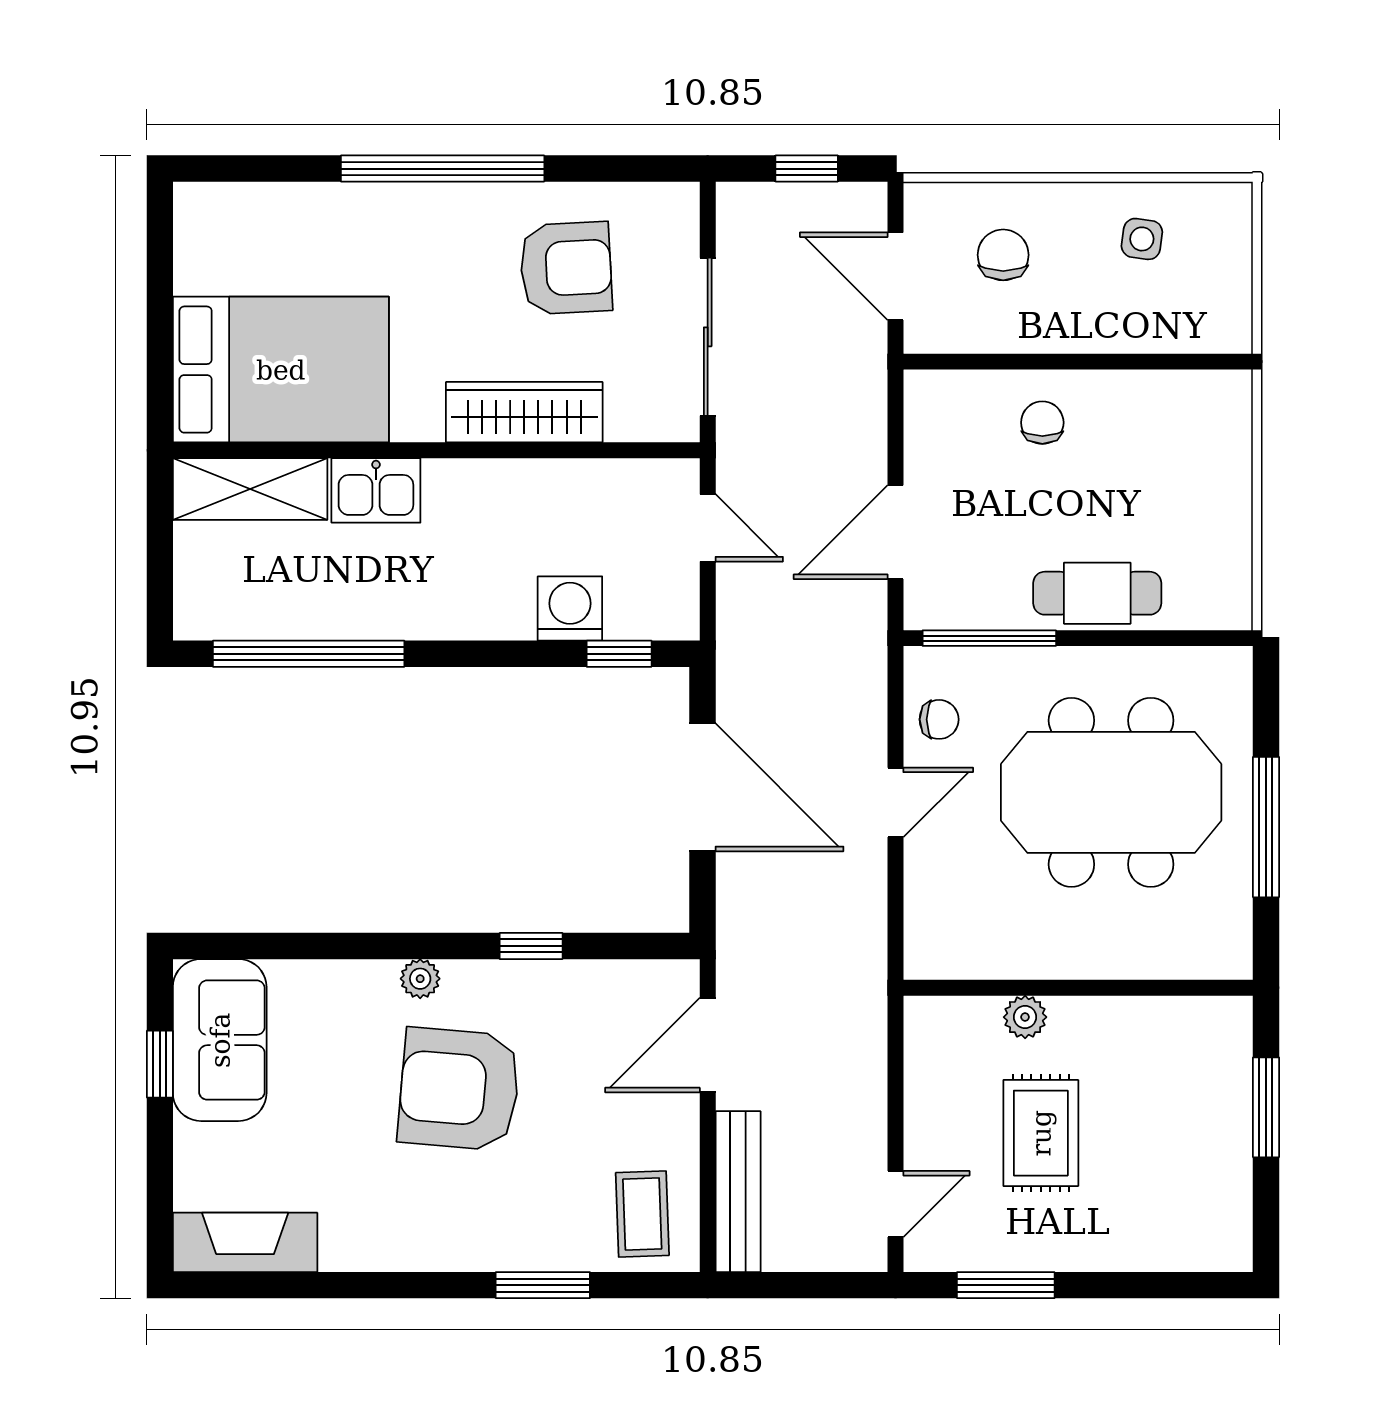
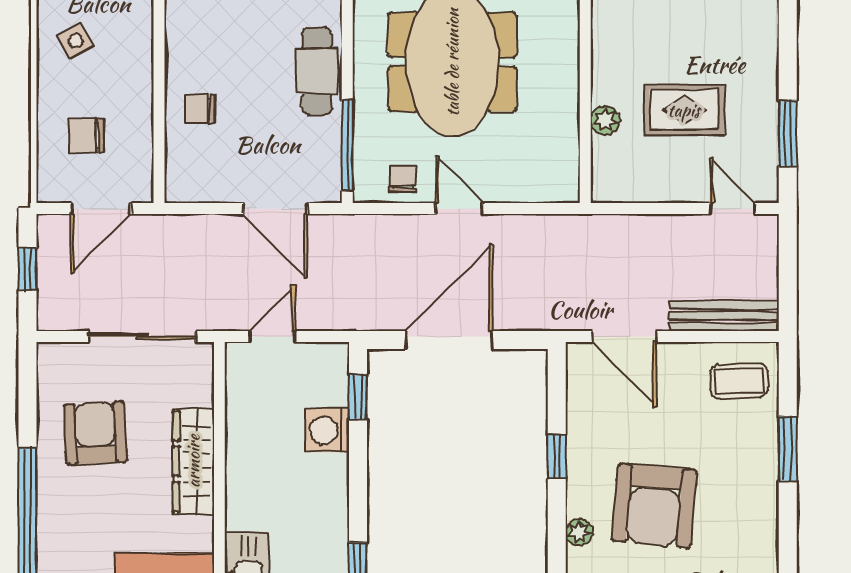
side table: (1142, 239) -> (75, 41), turned -36

